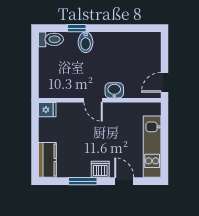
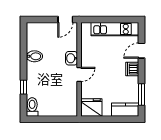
bidet: (86, 42) -> (34, 56), moved
door: (164, 82) -> (65, 20), hinge flipped
fridge: (47, 110) -> (91, 108), width x1.88, depth x1.34
window: (83, 181) -> (141, 94), moved

